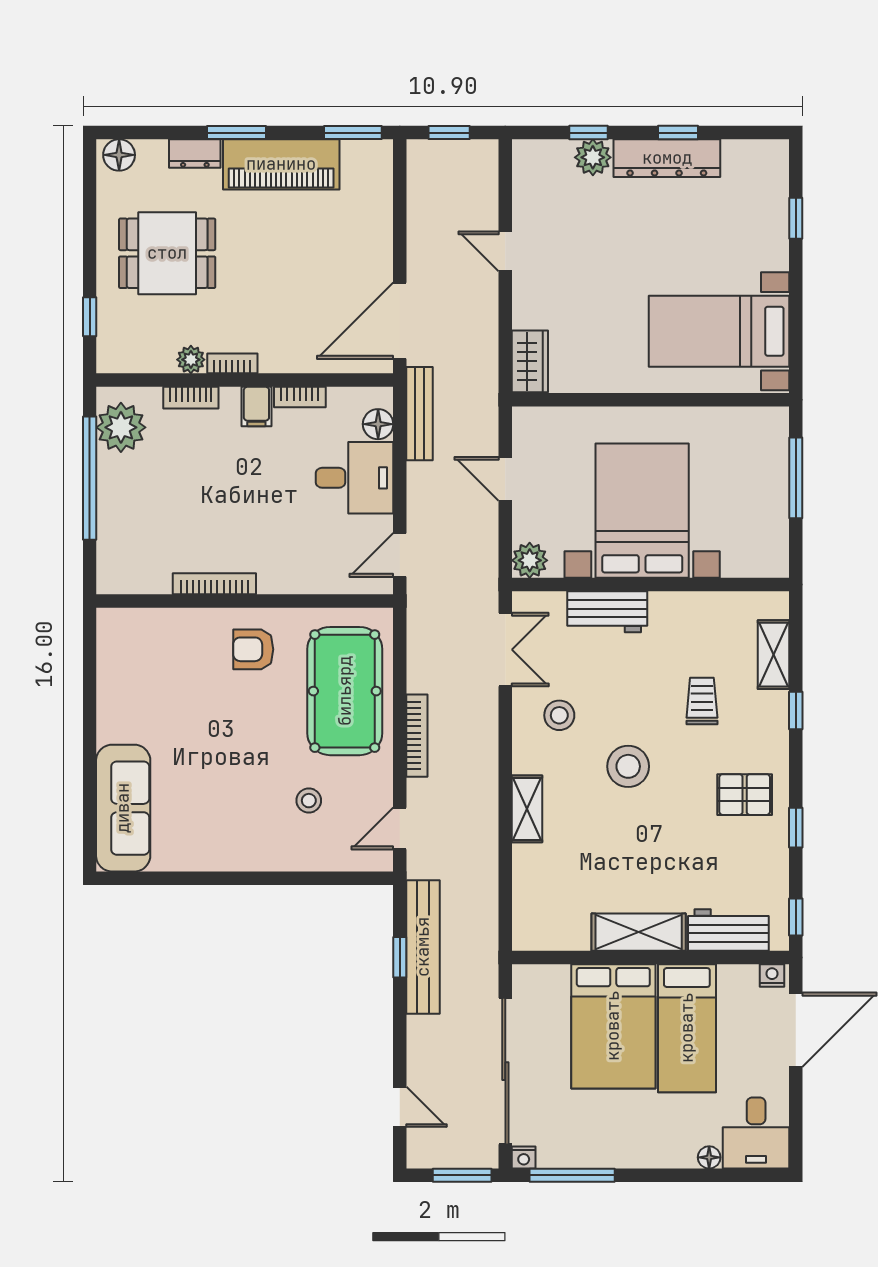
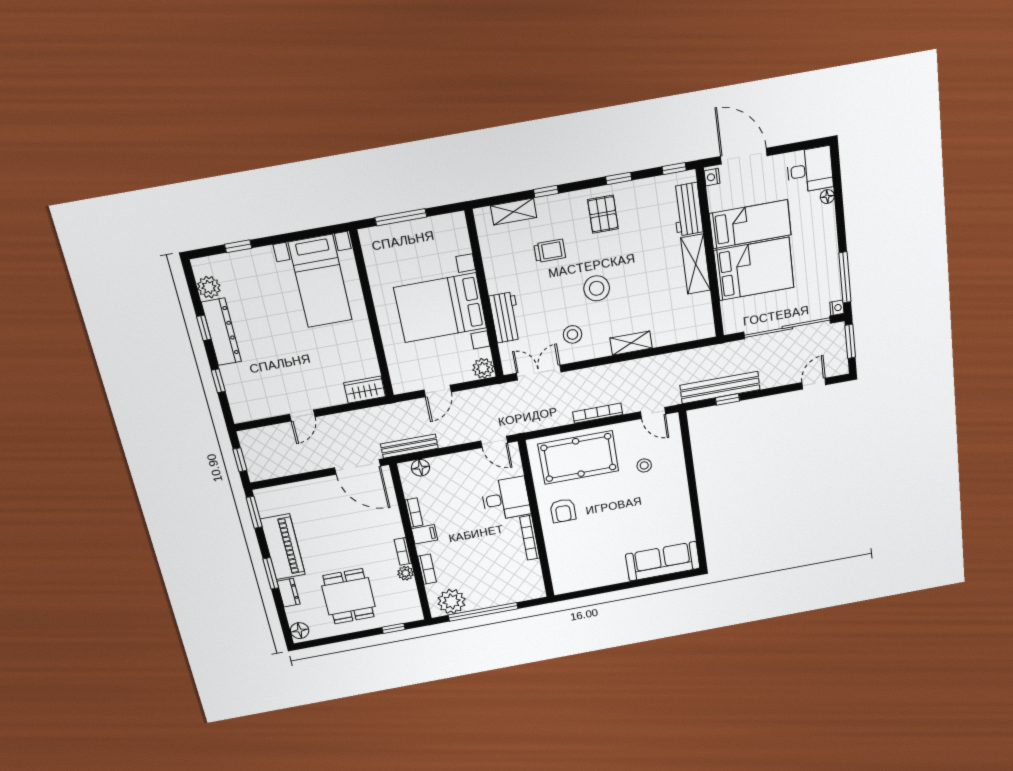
plant: (593, 157) -> (209, 287), moved
desk: (354, 478) -> (506, 499), moved, turned 90
trolley: (702, 701) -> (550, 251), turned 180

